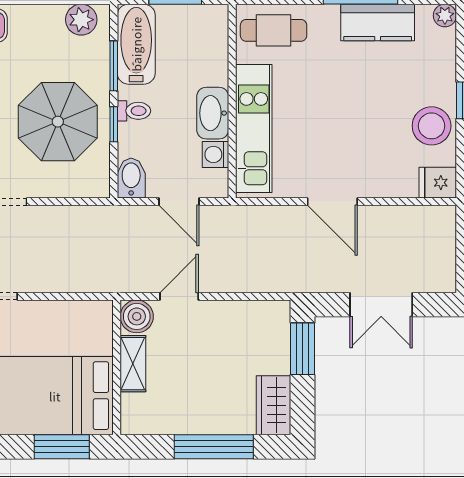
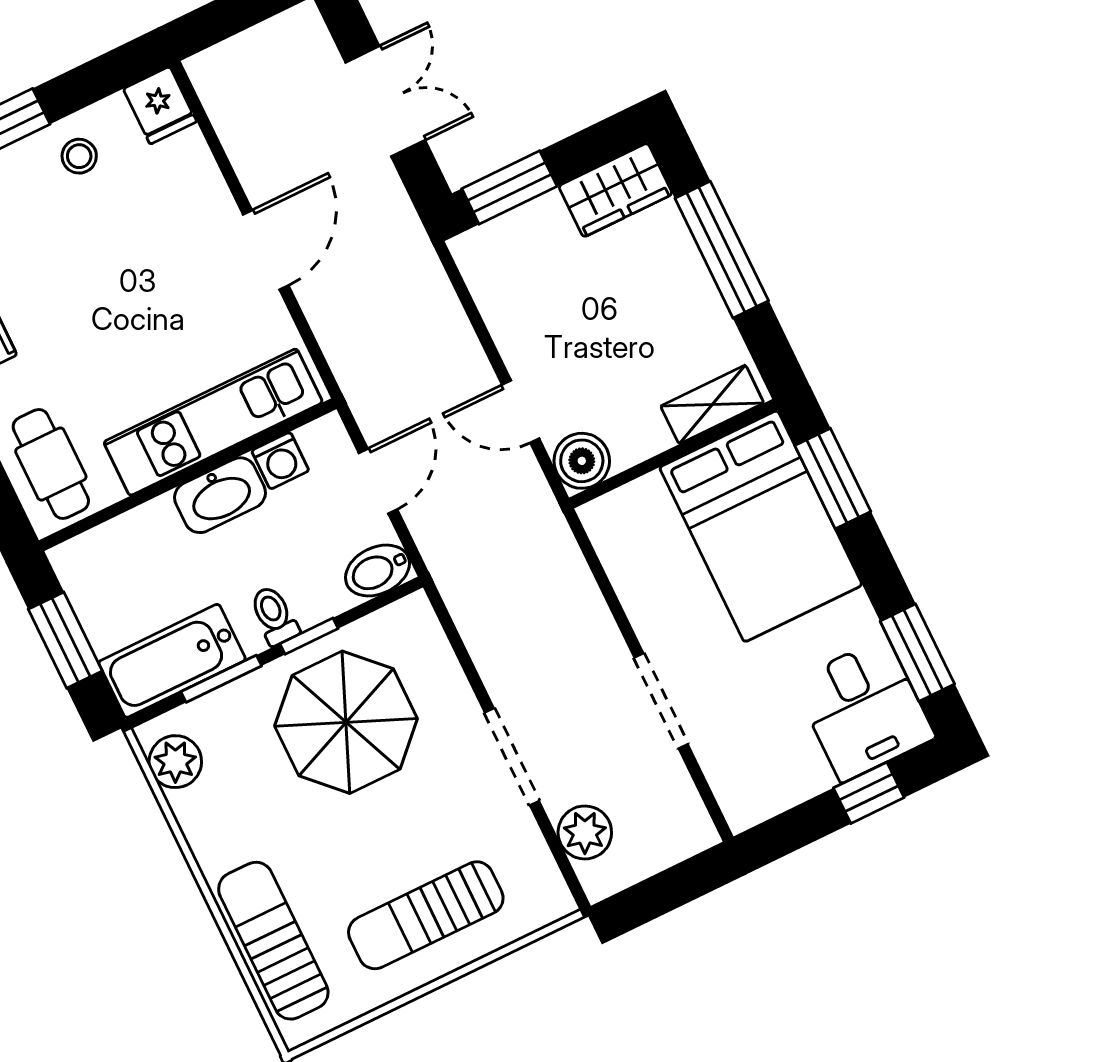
stool: (432, 126) -> (79, 156), width x0.53, depth x0.53
shelving: (133, 364) -> (712, 405), moved

